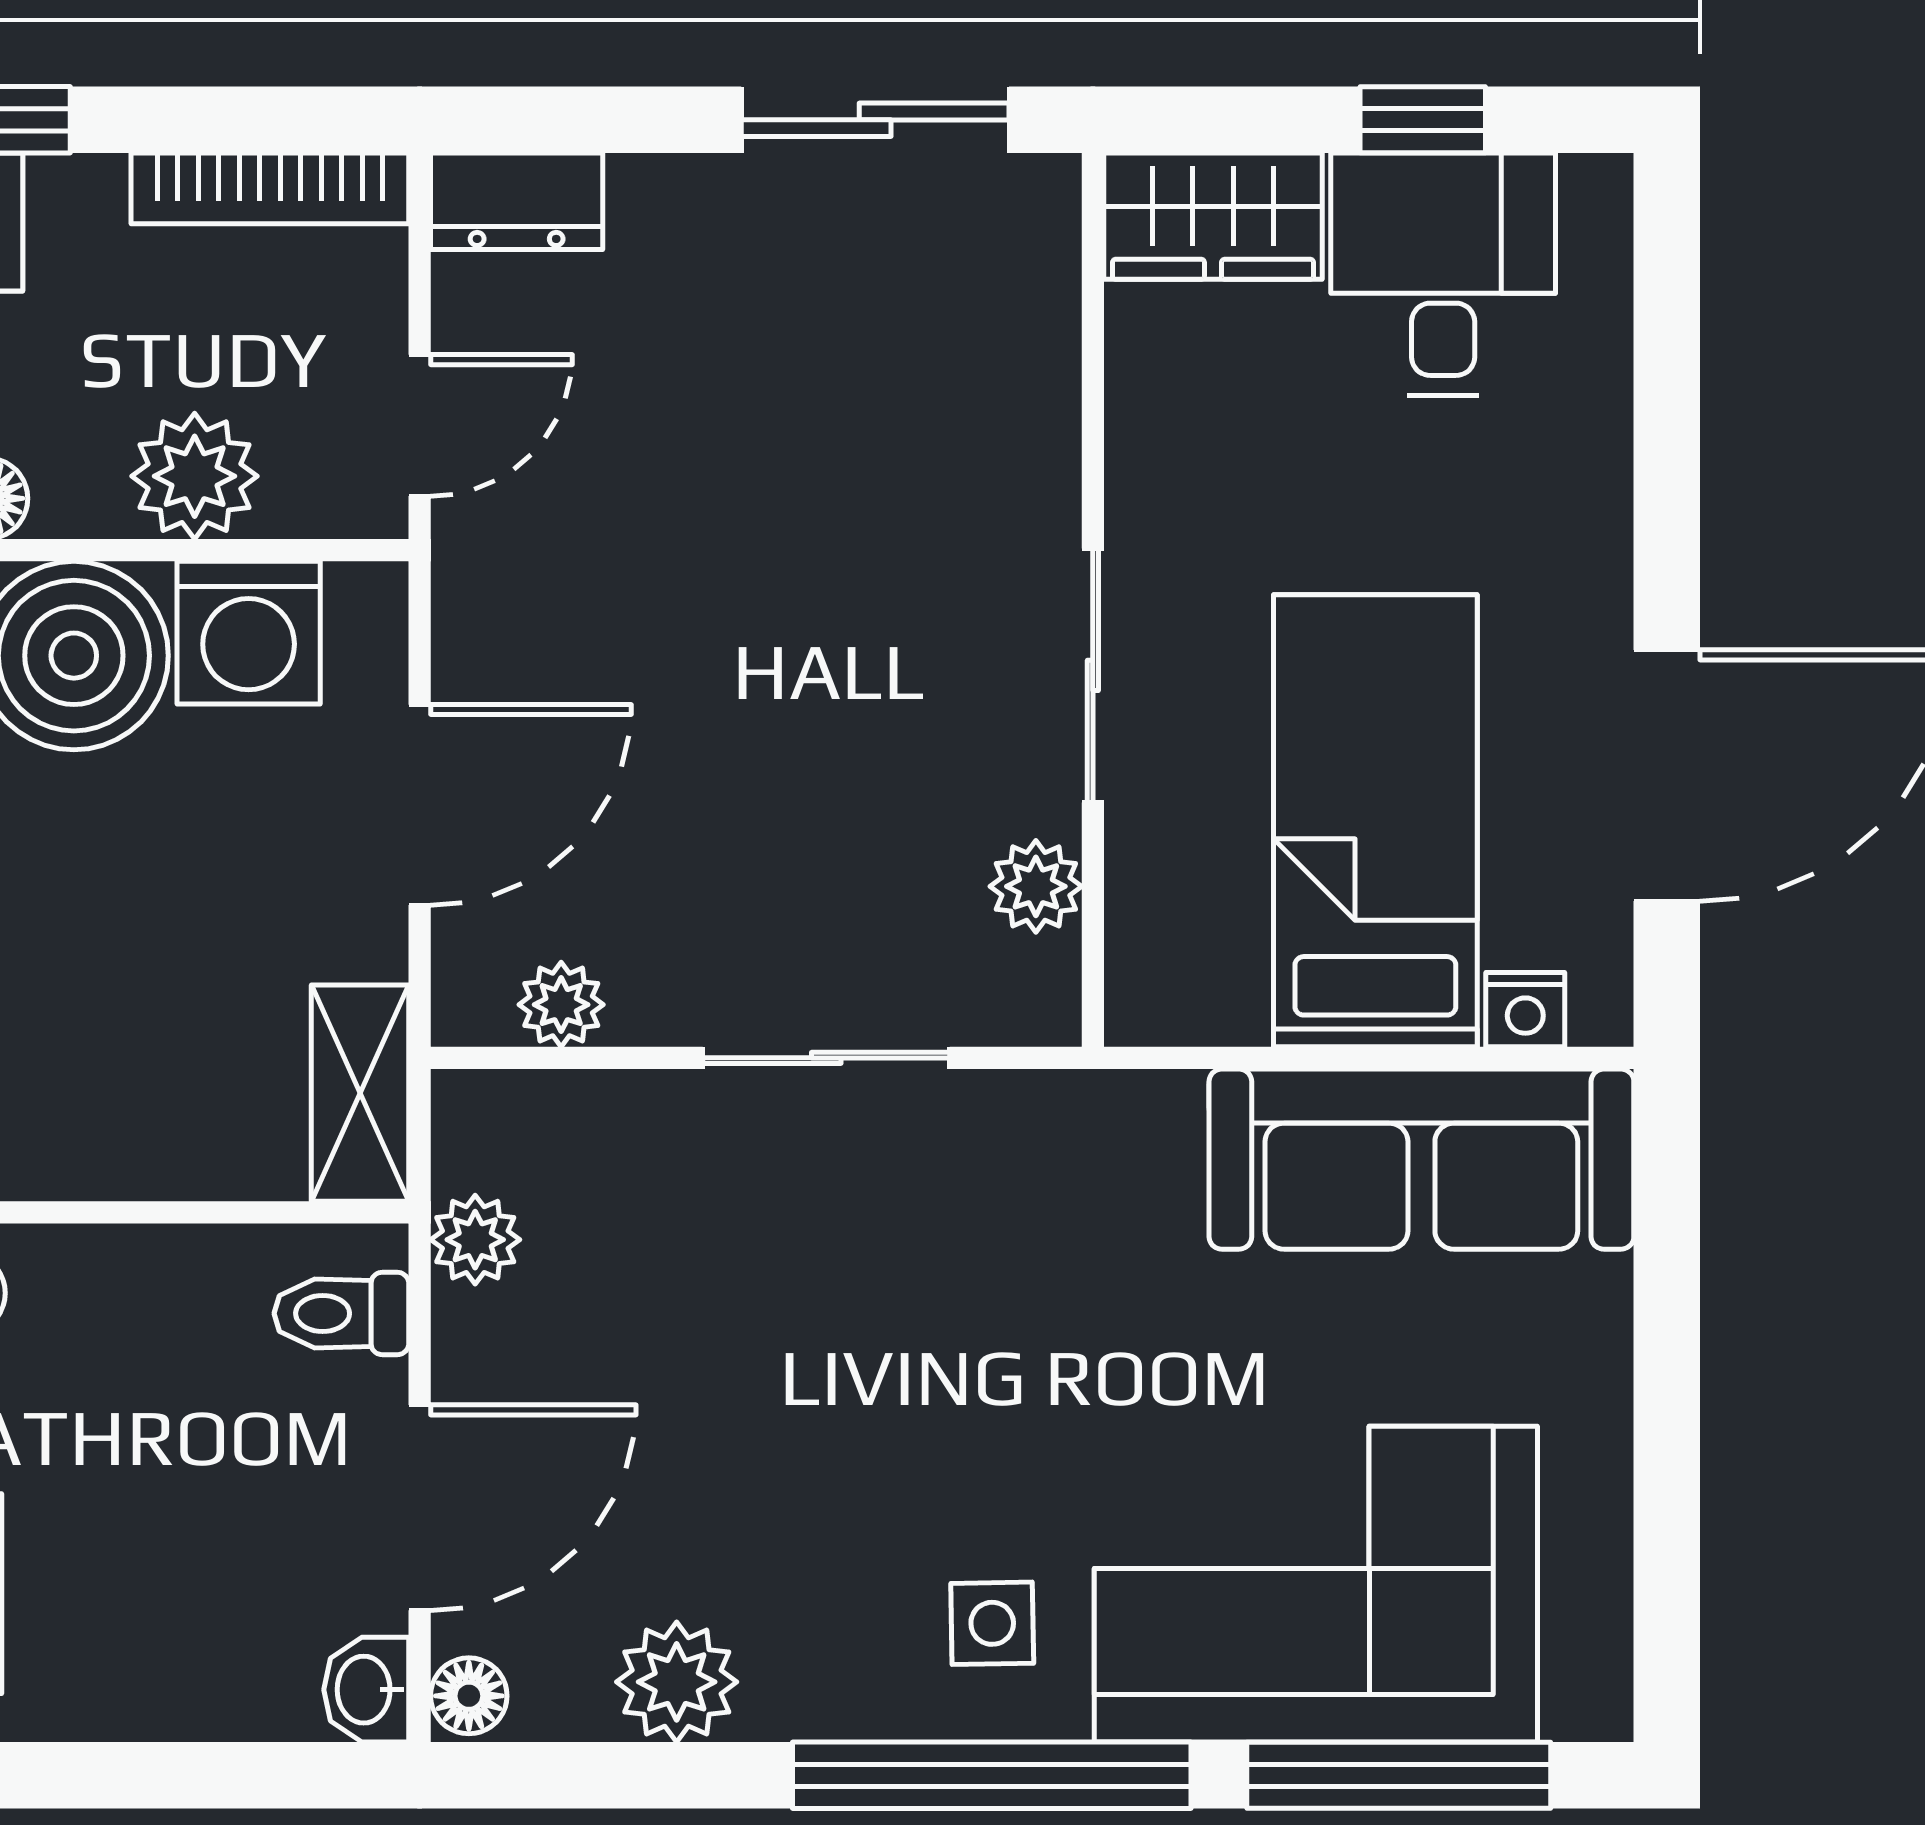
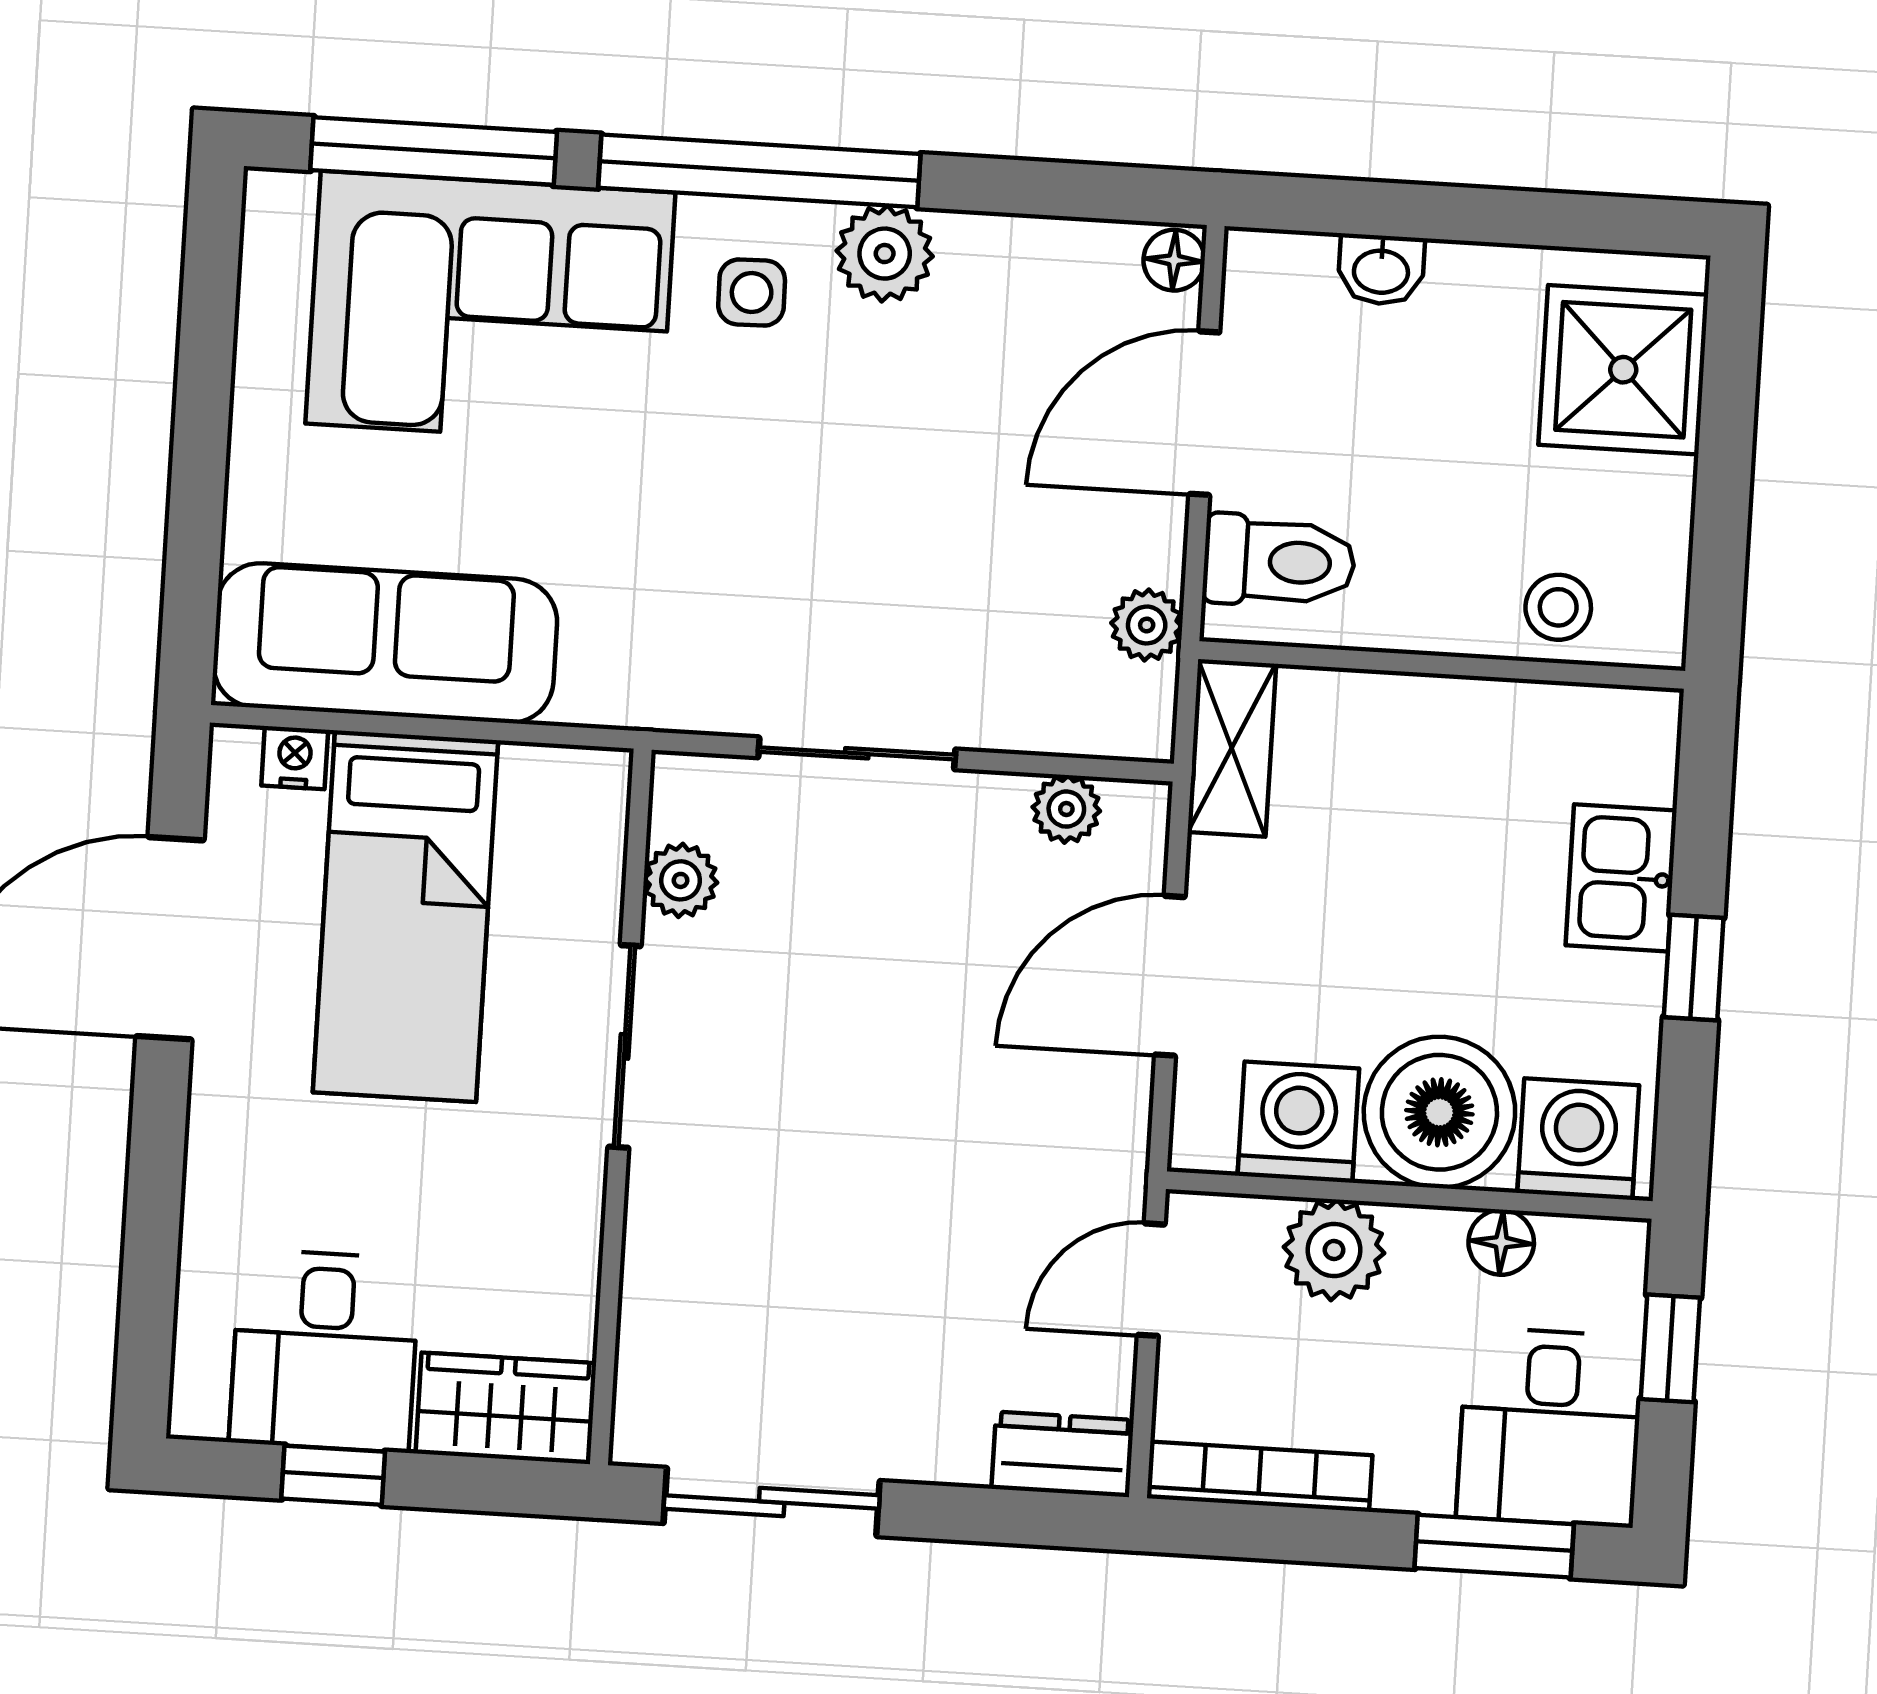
toilet: (341, 1313) -> (1279, 561), width x1.37, depth x1.39
plant: (677, 1682) -> (885, 254), moved
washbasin: (366, 1690) -> (1381, 270), moved, turned 90

